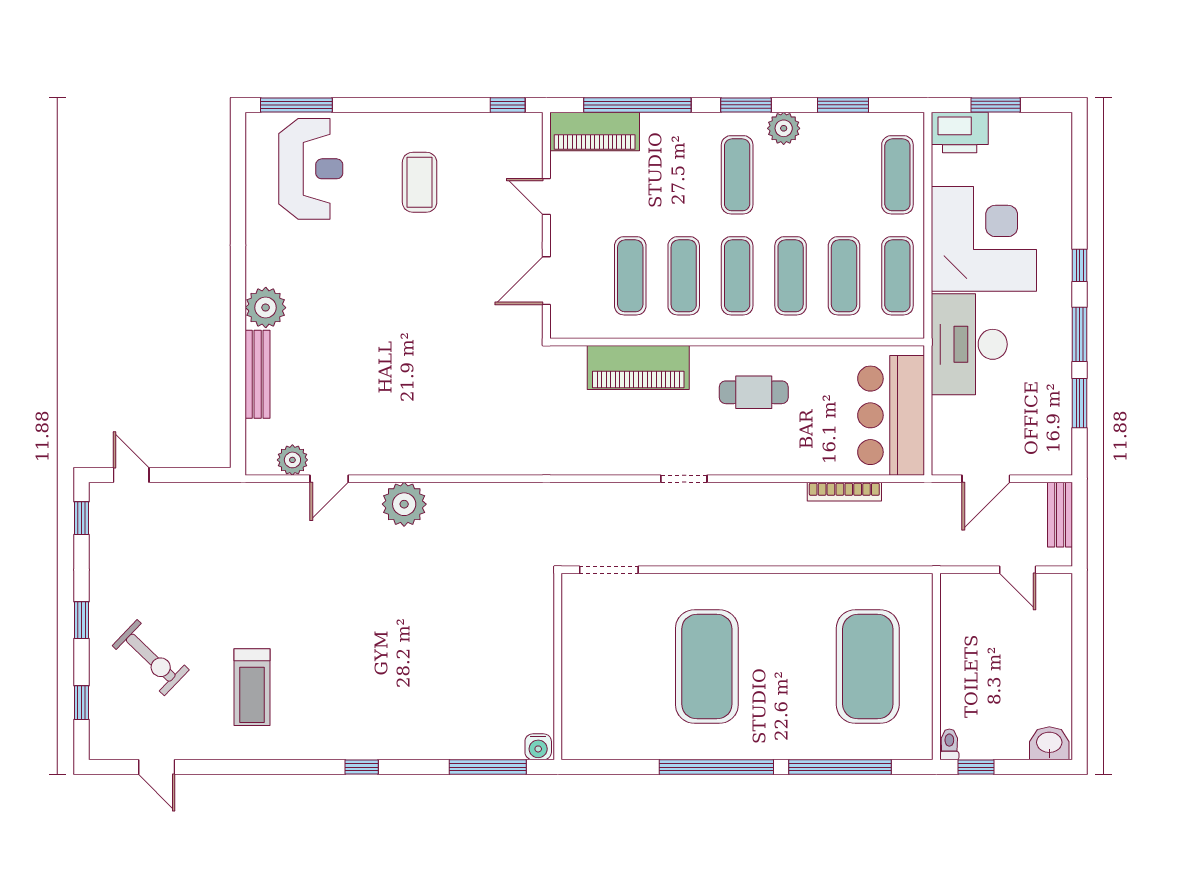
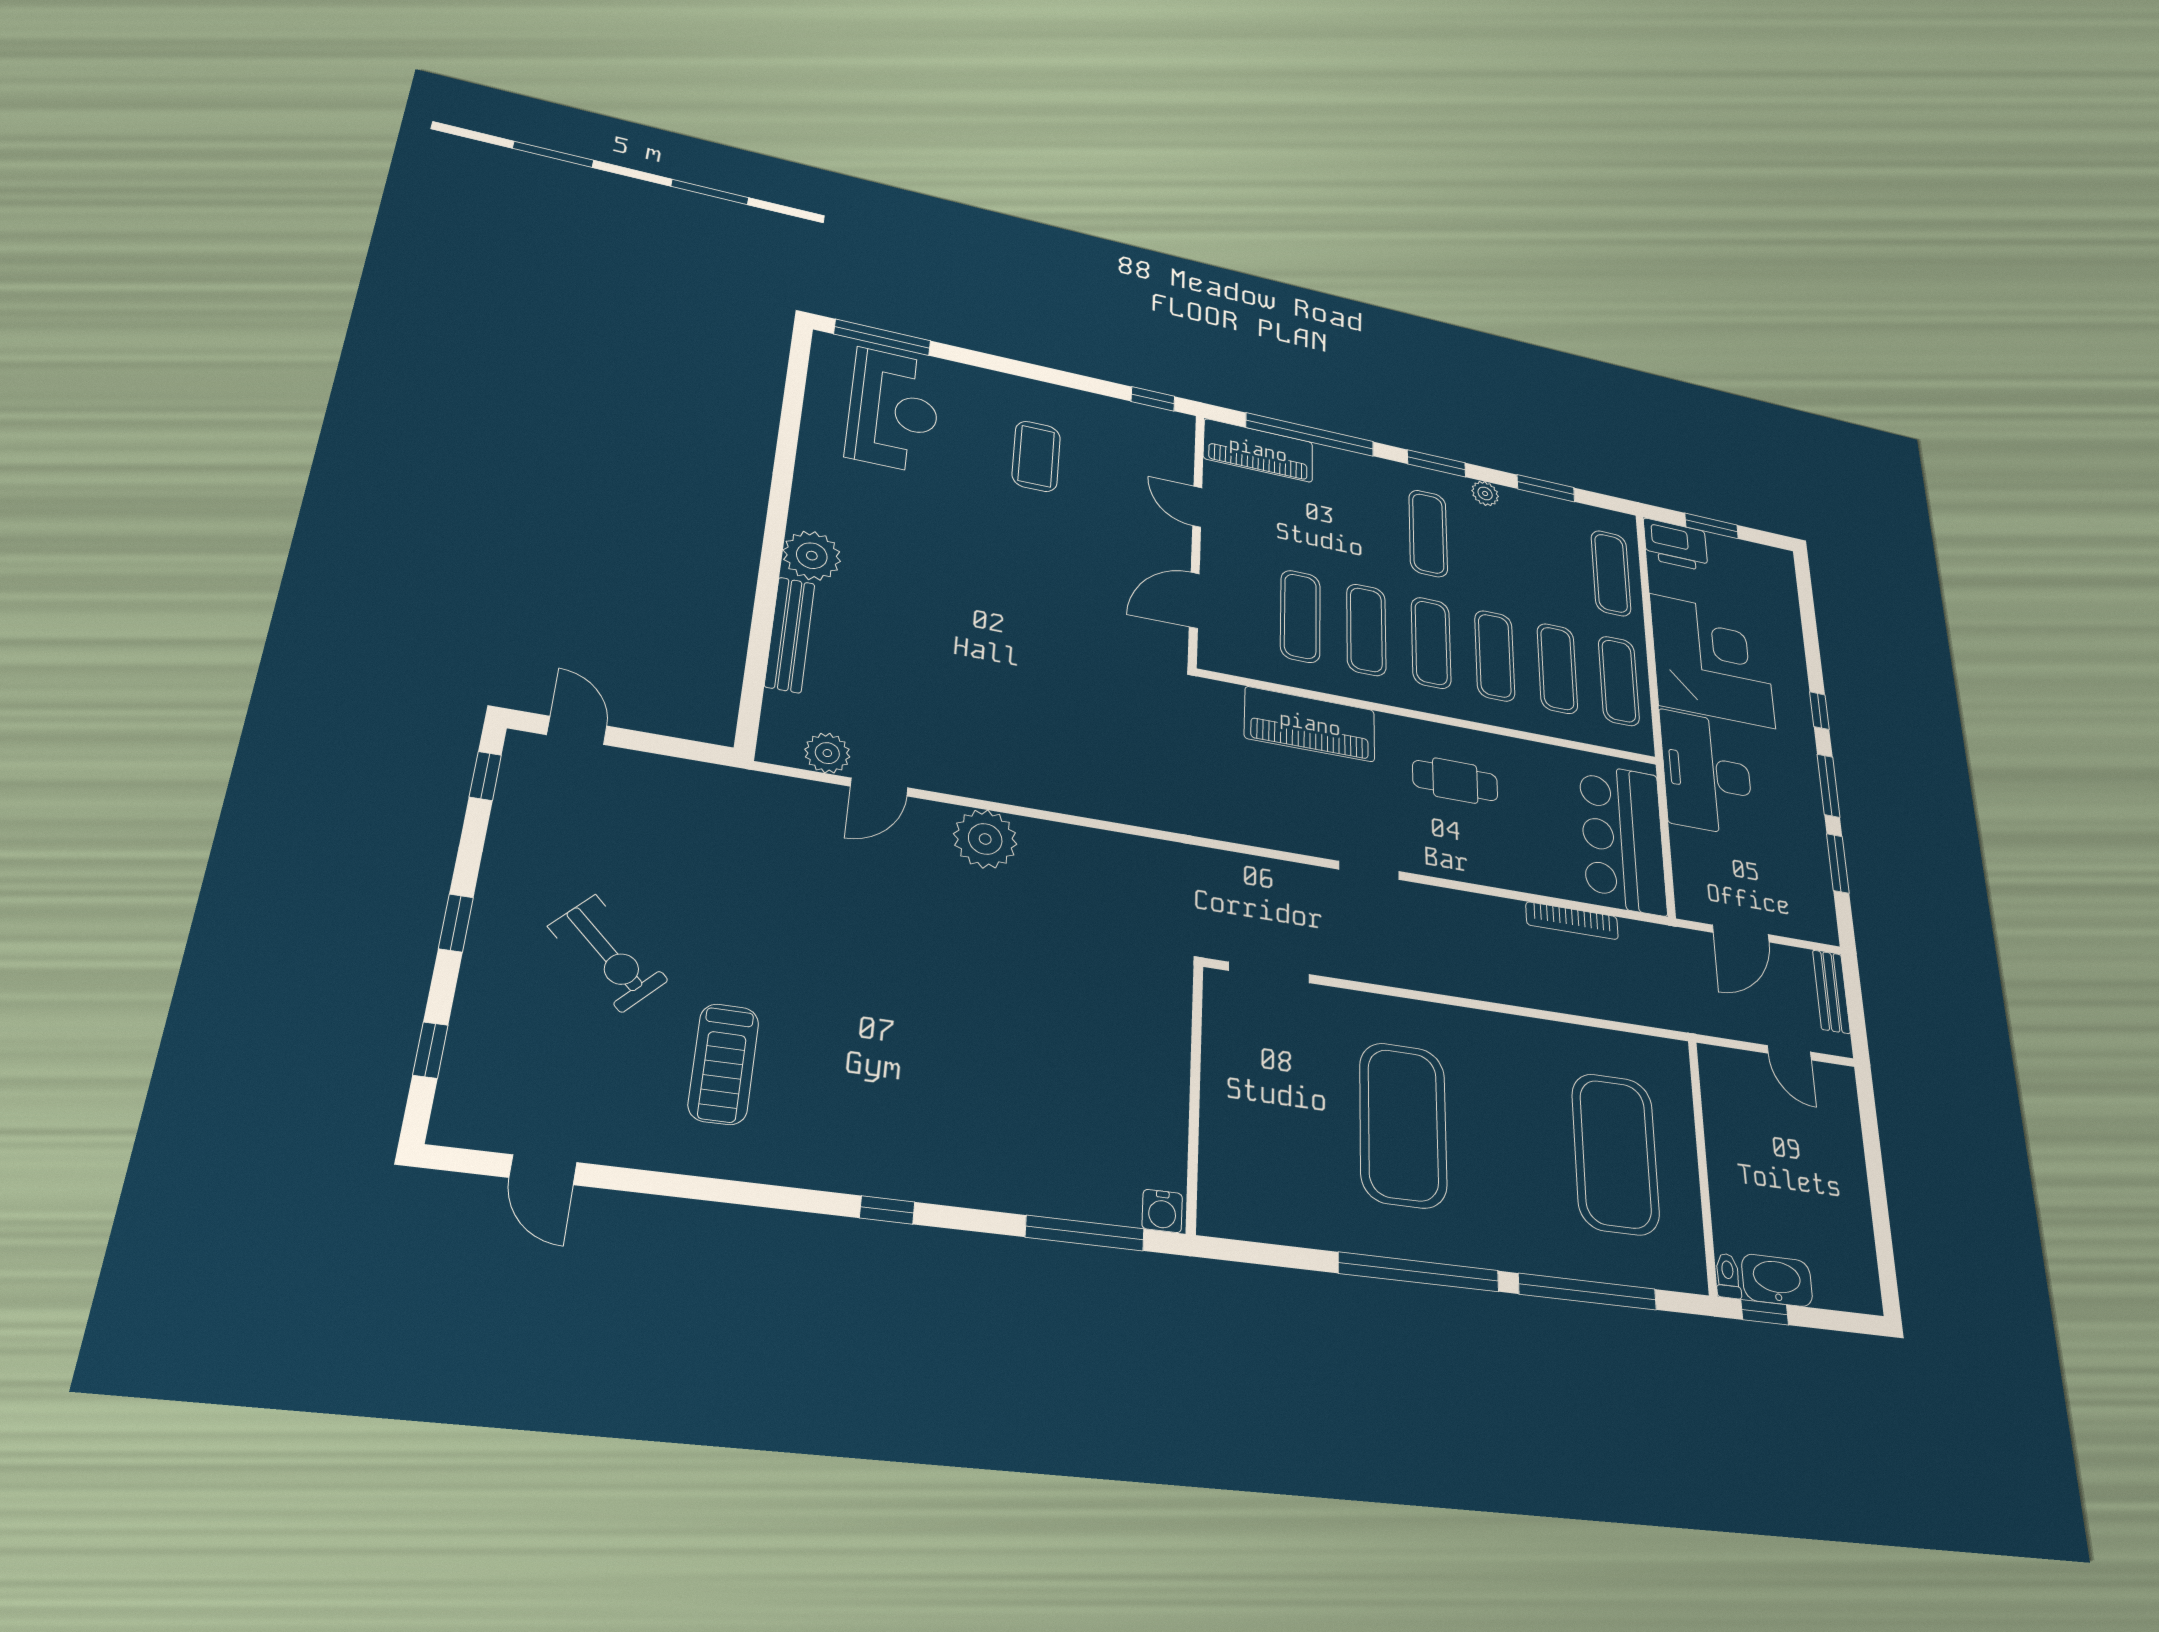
plant: (784, 128) -> (1485, 493), width x0.73, depth x0.73
exercise bike: (151, 658) -> (608, 953), moved
washbasin: (1049, 743) -> (1777, 1280), moved, width x1.38

